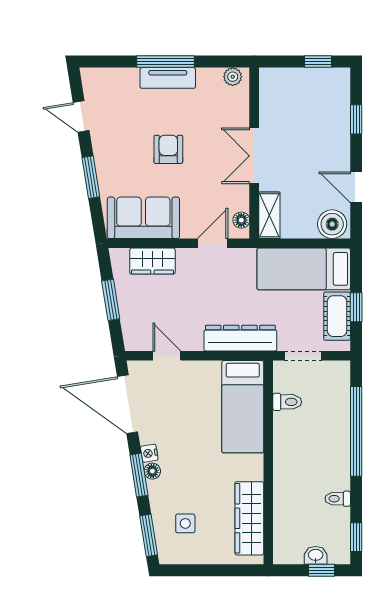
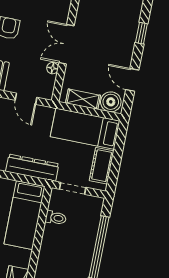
shelving: (269, 215) -> (83, 99), moved, turned 90
floor lamp: (241, 220) -> (53, 68), moved
door: (213, 243) -> (26, 99), swing flipped
window: (356, 307) -> (116, 162), removed

